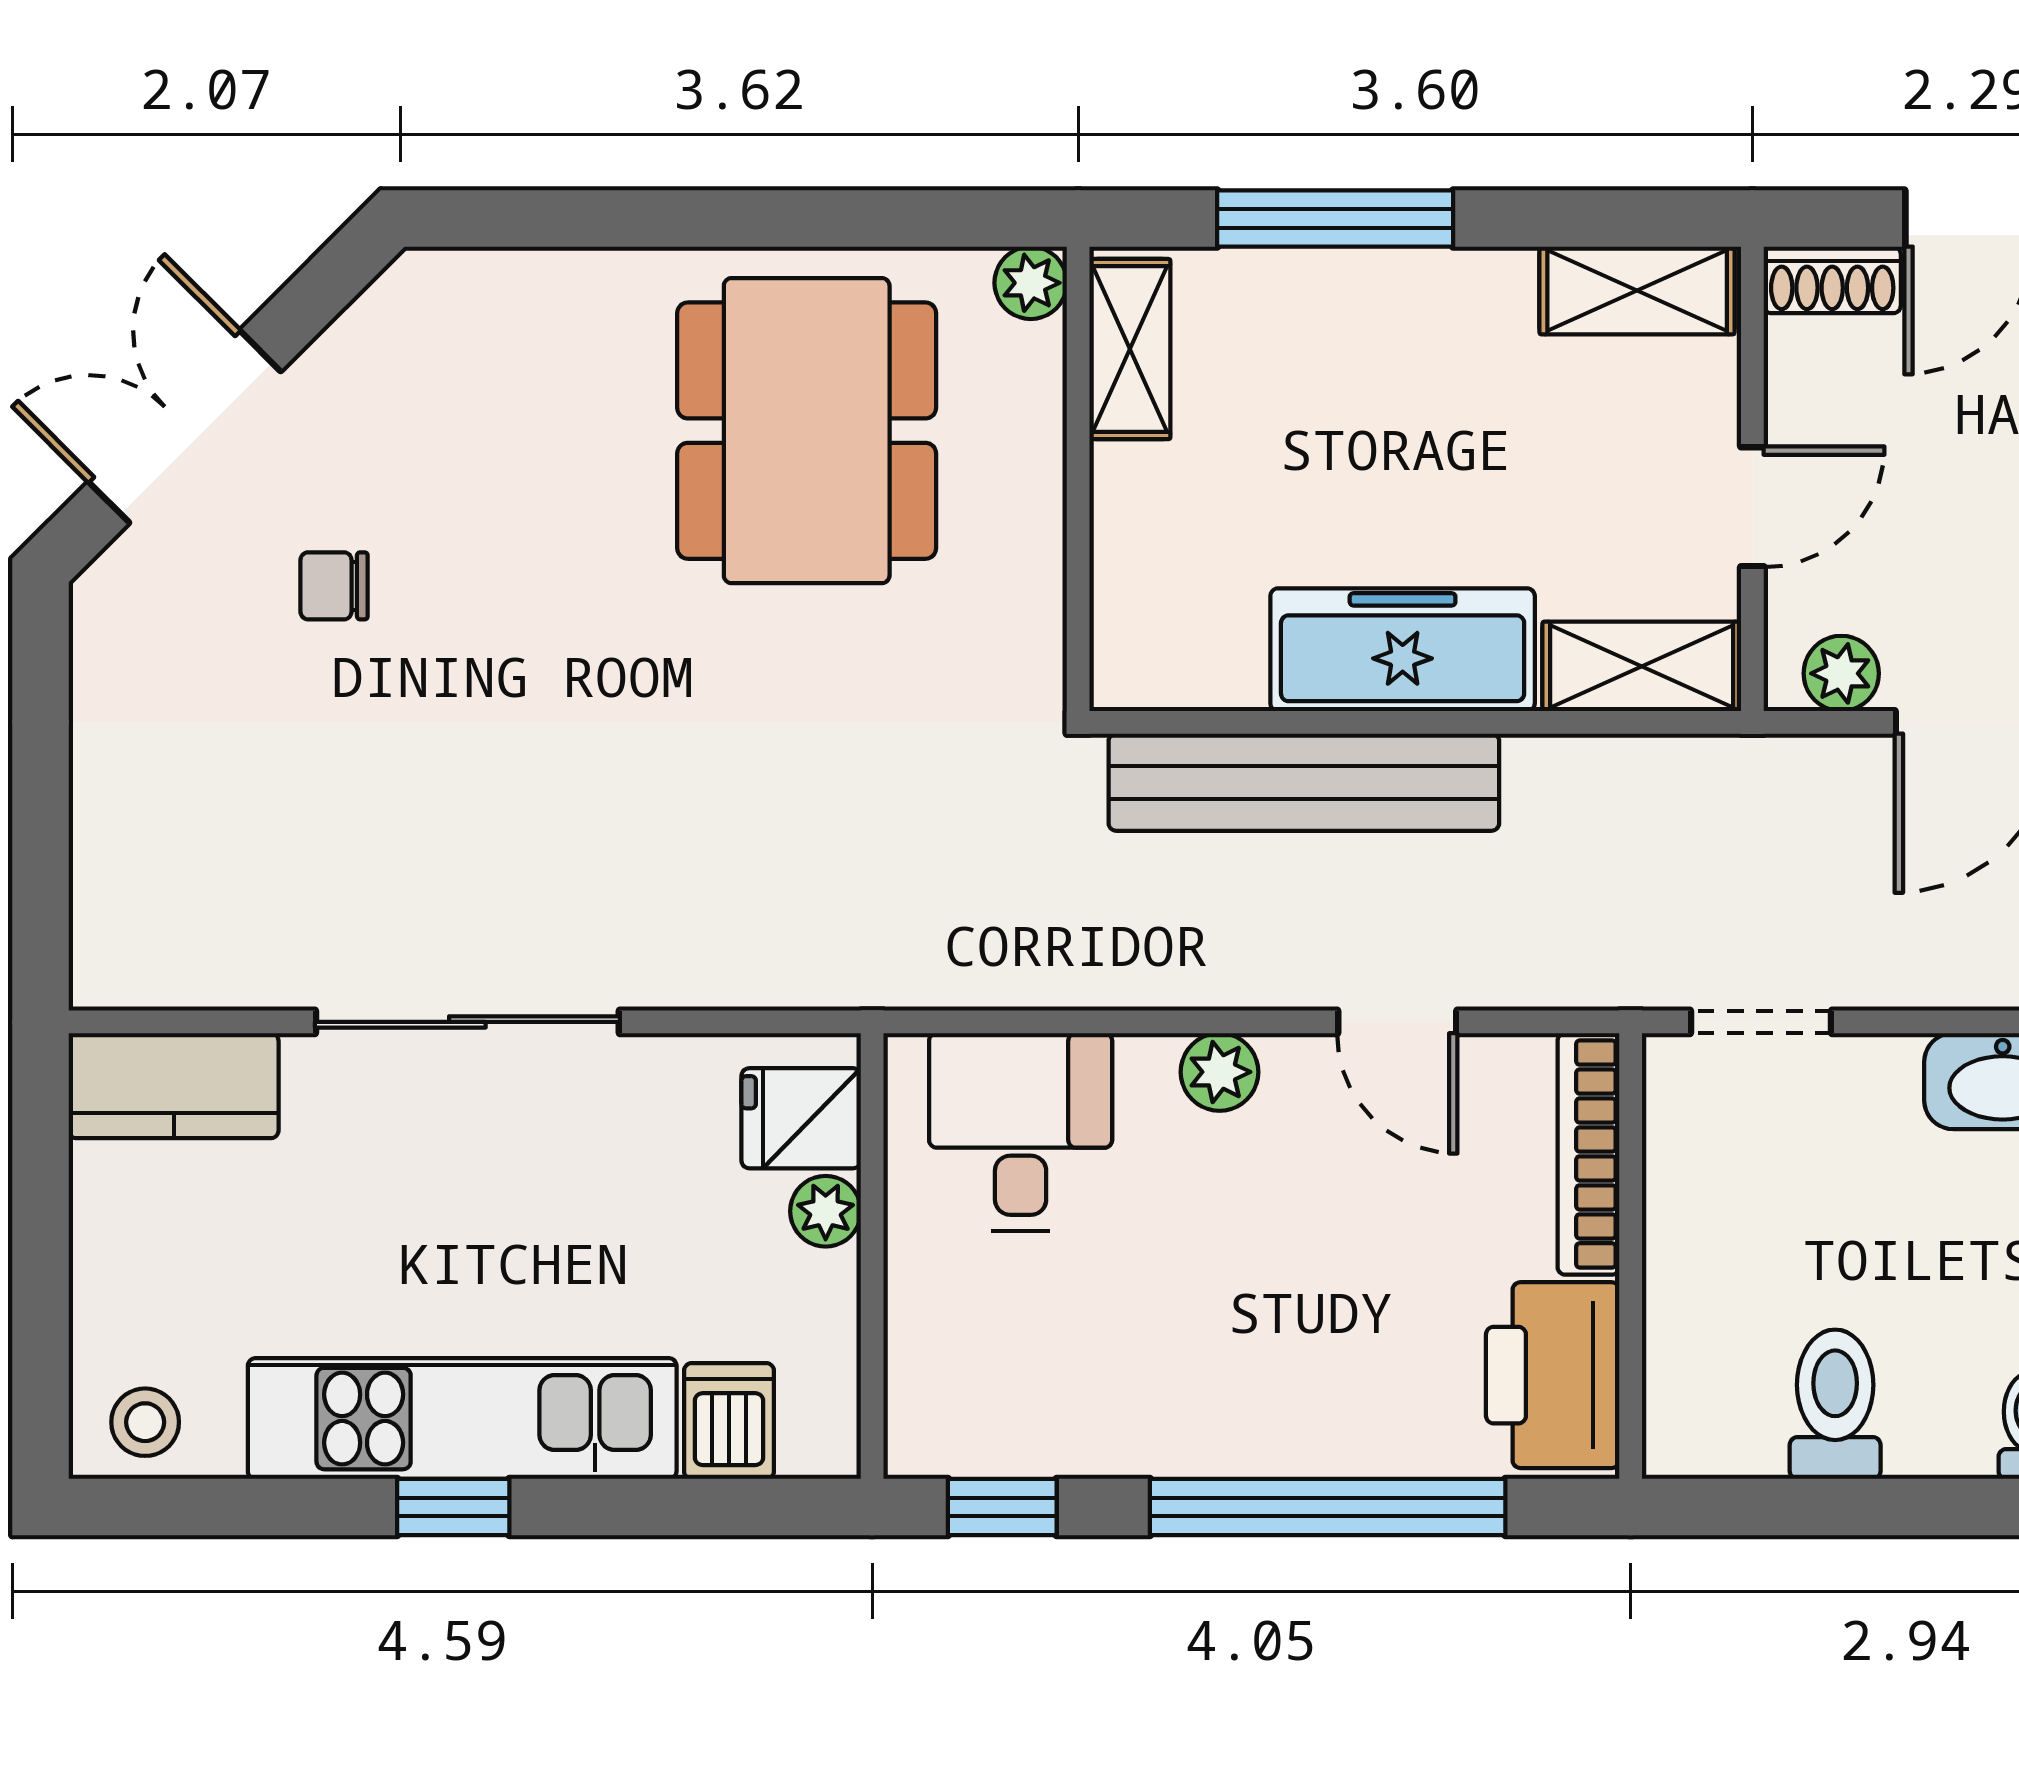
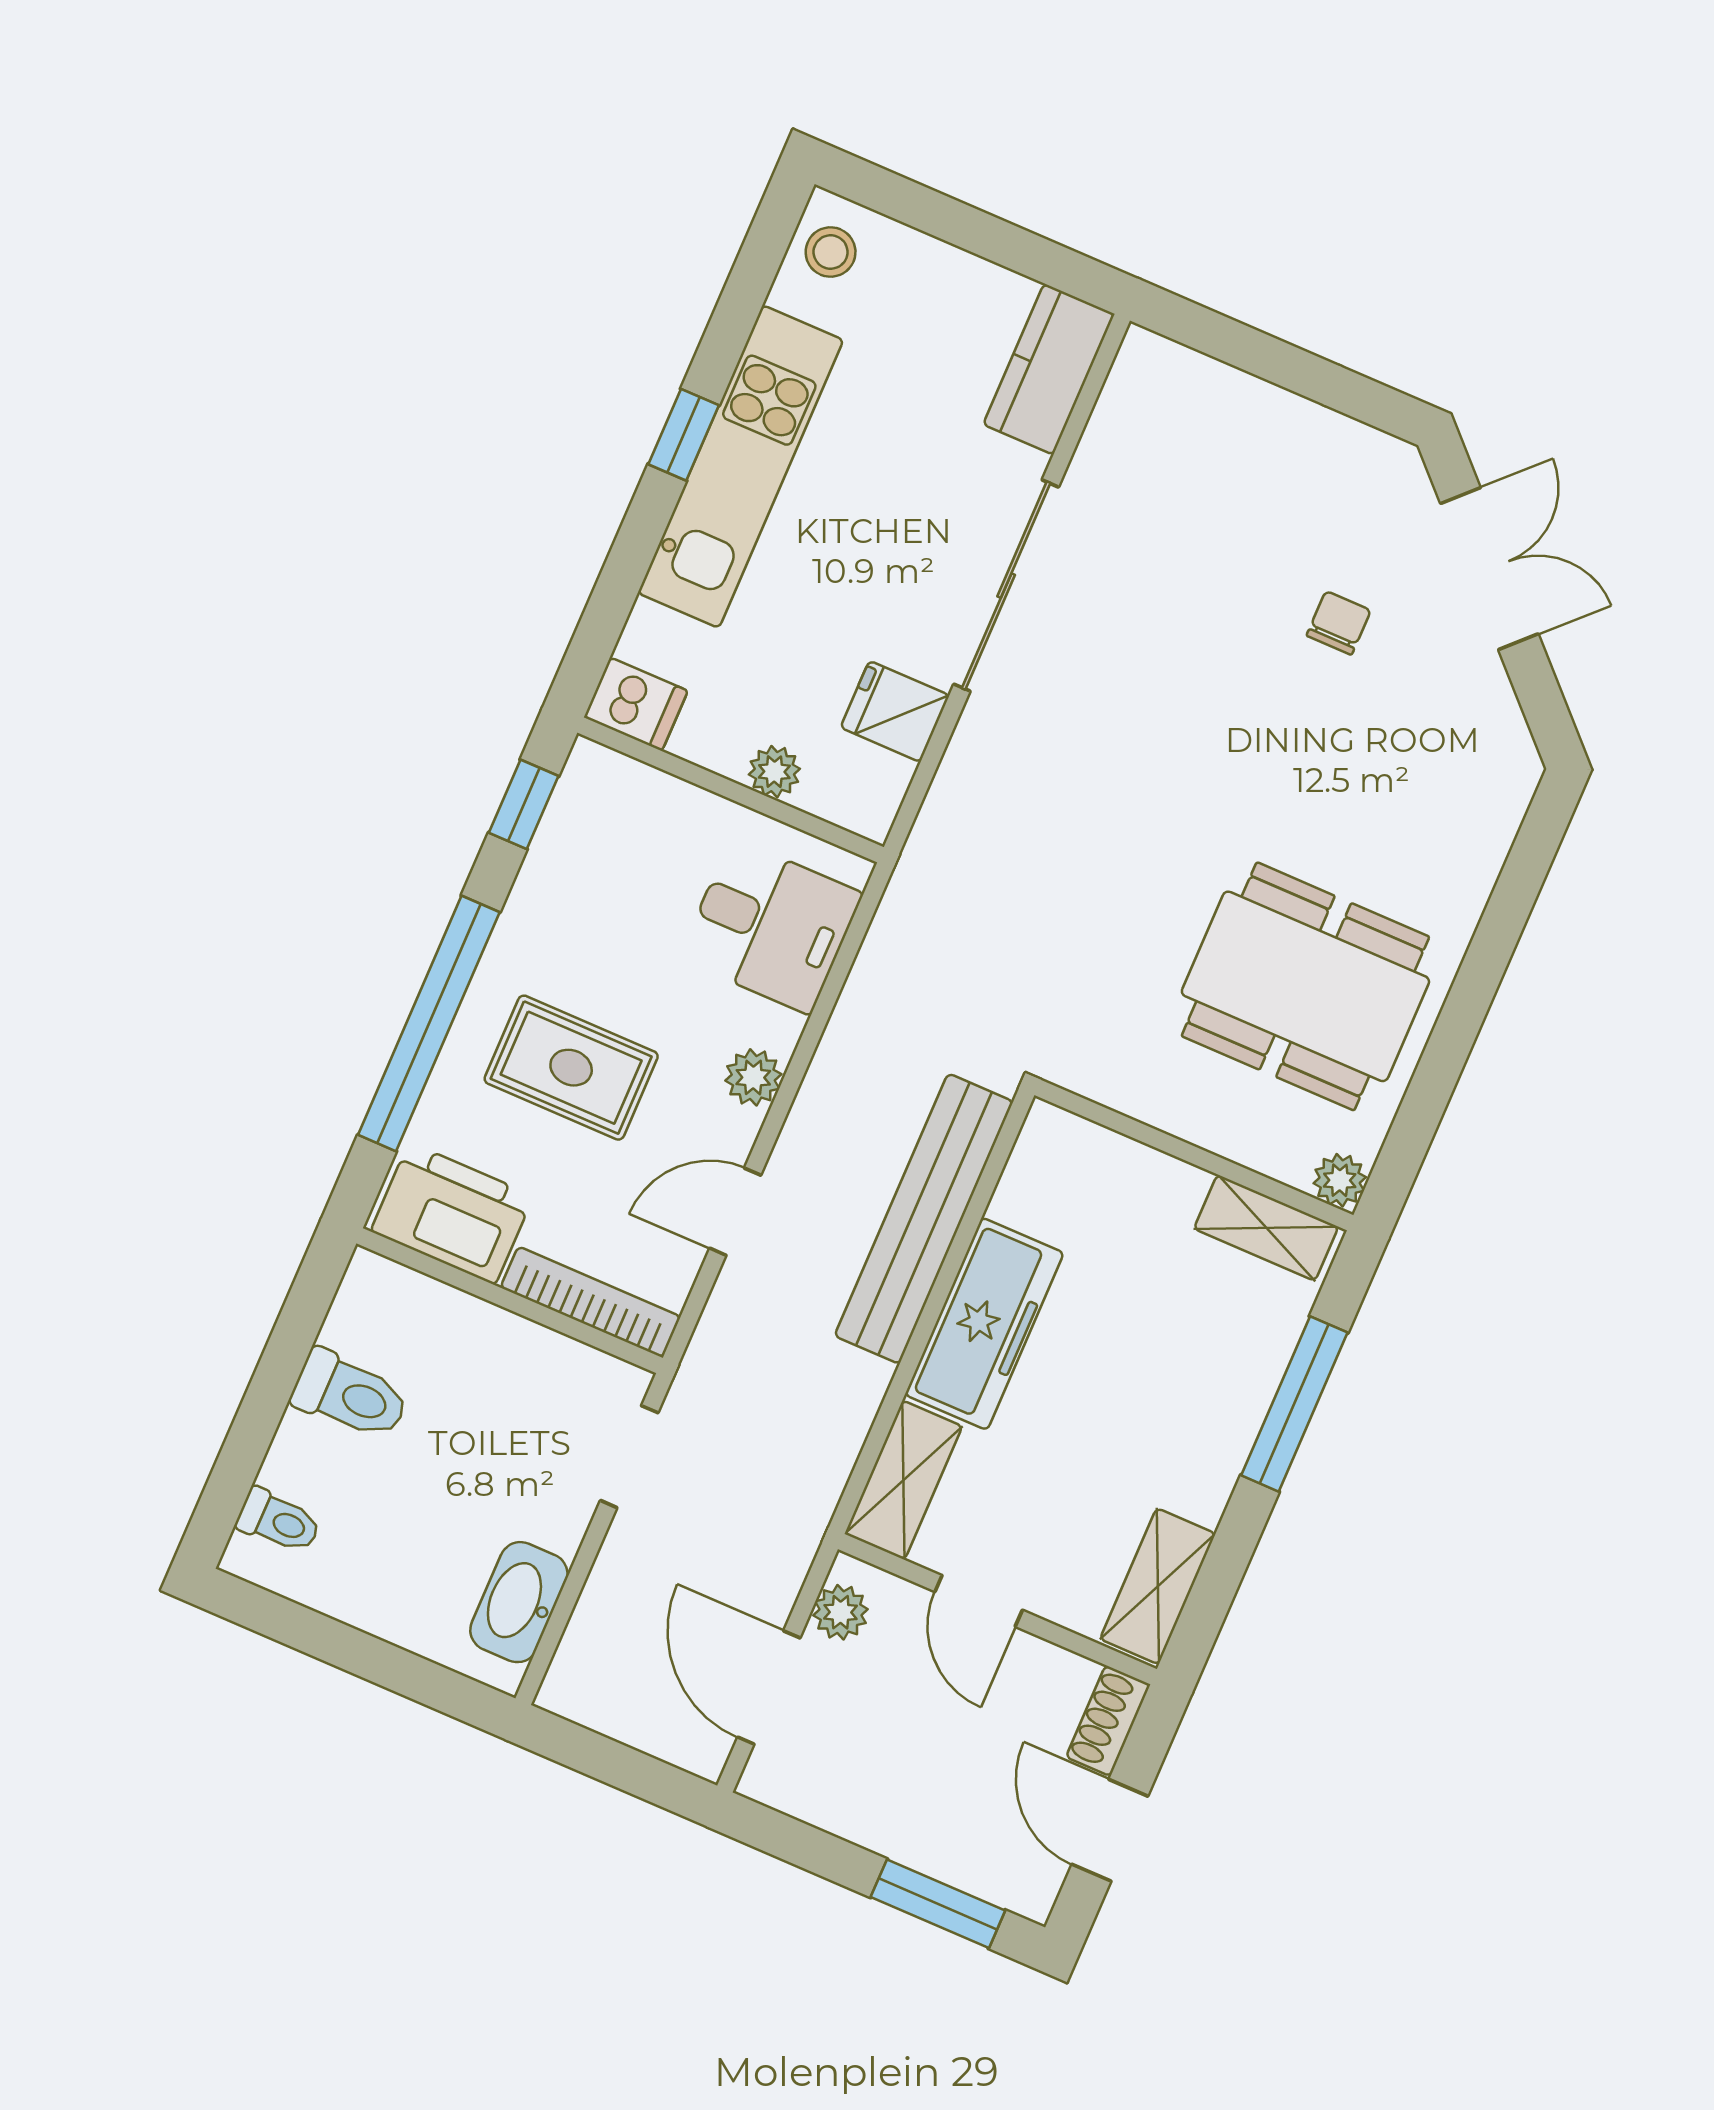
fridge: (801, 1118) -> (895, 711), moved, turned -90
rug: (1306, 1305) -> (571, 1068), added
dishwasher: (729, 1421) -> (636, 704), moved

